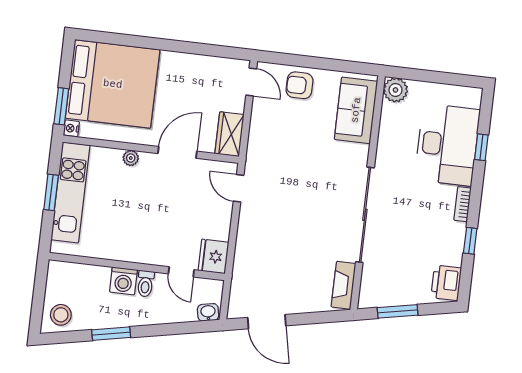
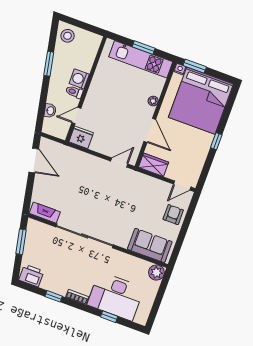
window: (170, 45) -> (216, 141), added
washbasin: (208, 312) -> (50, 111), moved
door: (267, 322) -> (34, 160), swing flipped

